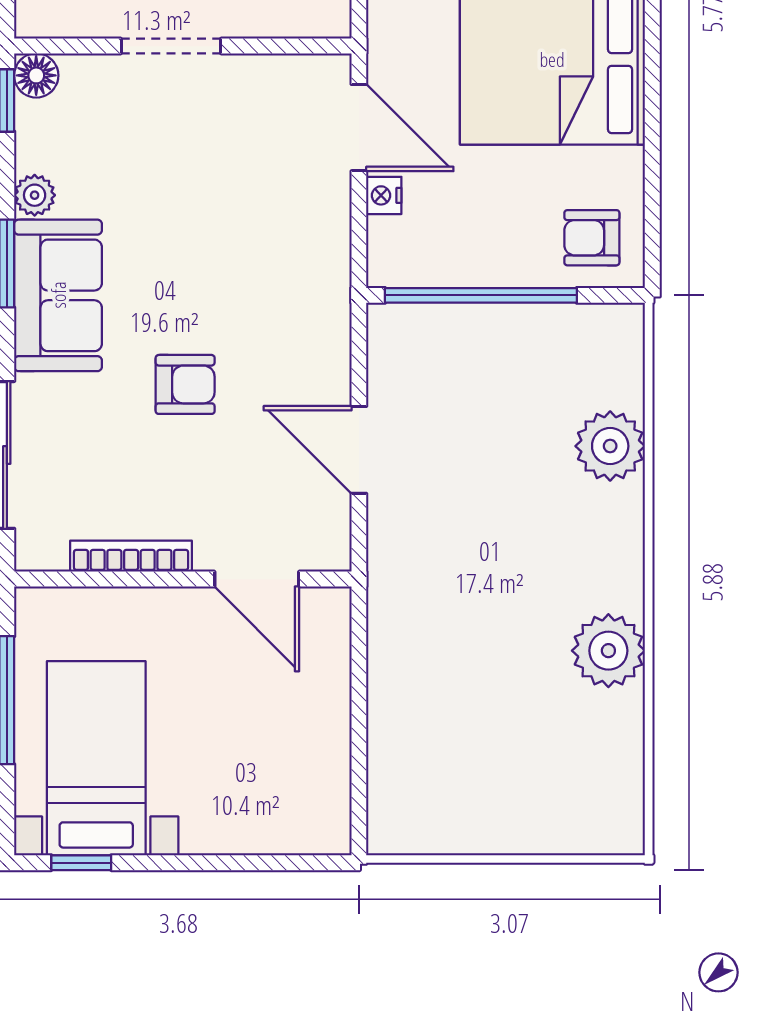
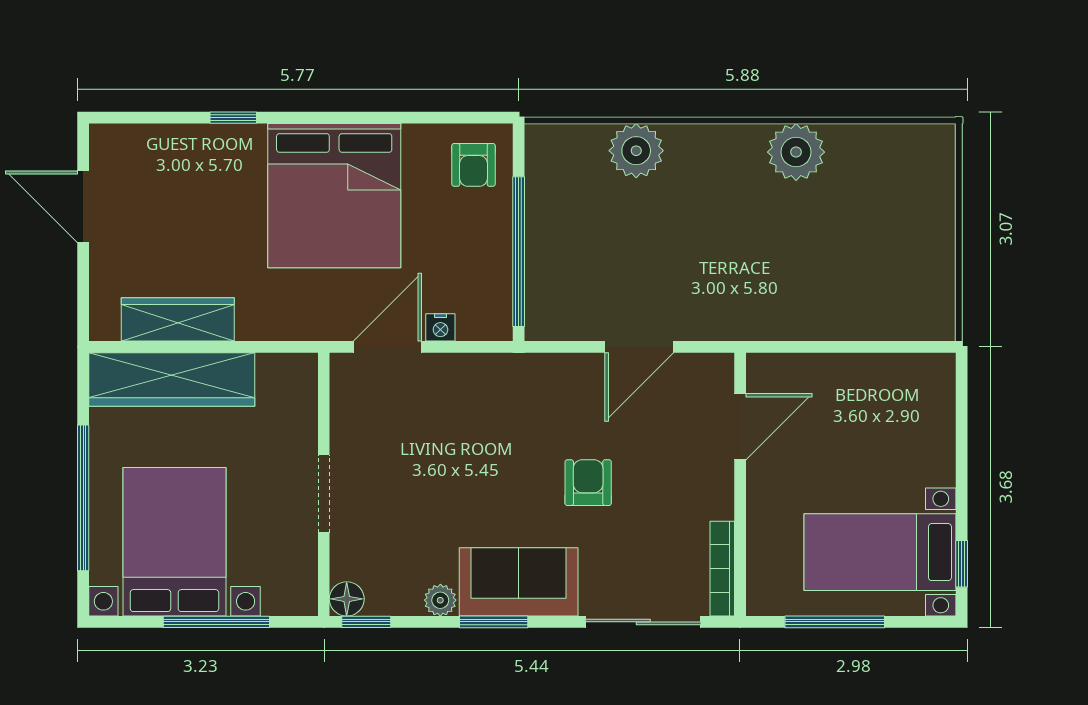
bookcase: (131, 556) -> (722, 569), moved

